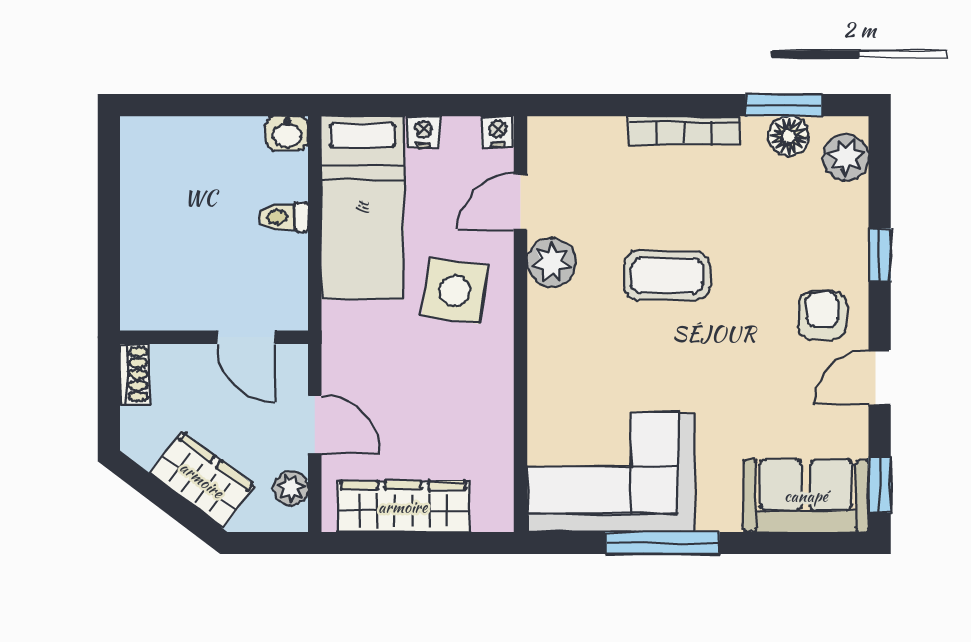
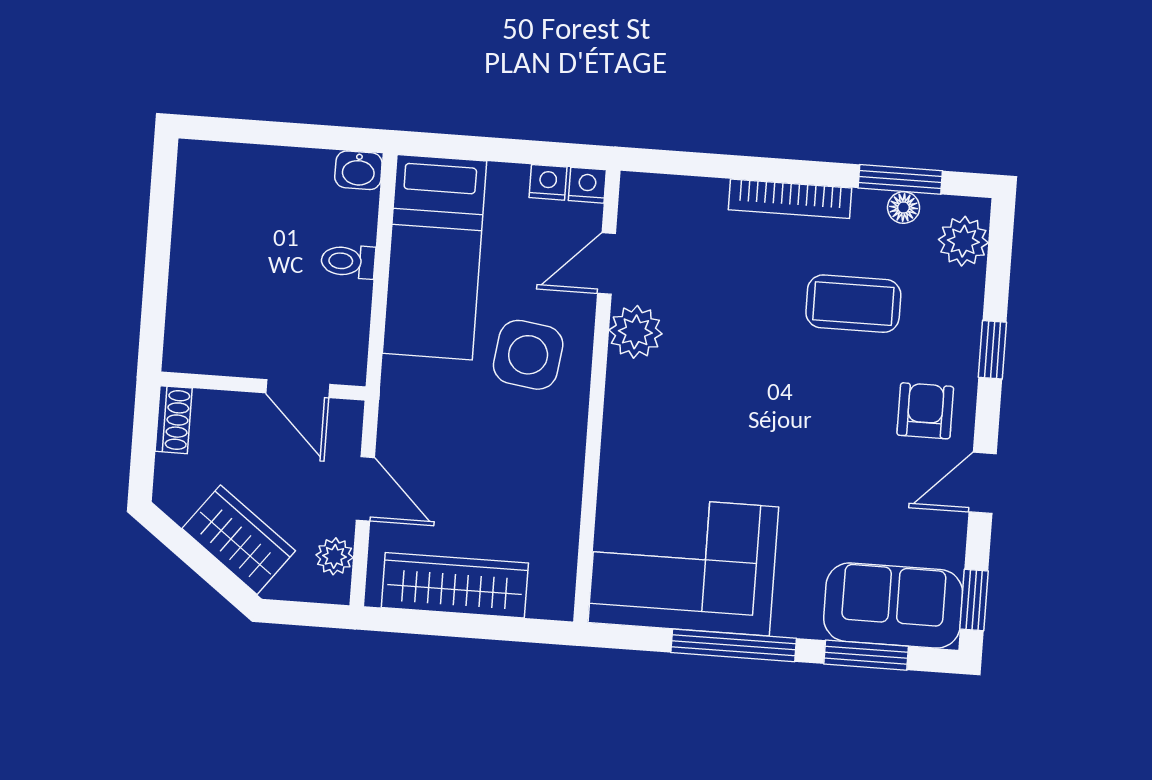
nightstand: (424, 131) -> (548, 182), moved
floor lamp: (789, 136) -> (904, 208), width x0.73, depth x0.73
coffee table: (667, 276) -> (853, 304), moved
window: (785, 543) -> (866, 655), added

